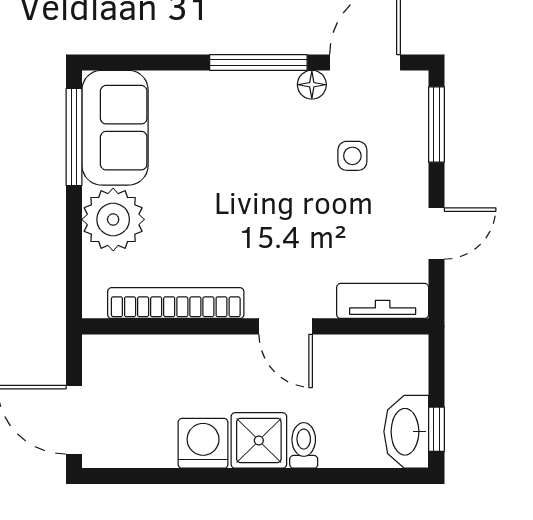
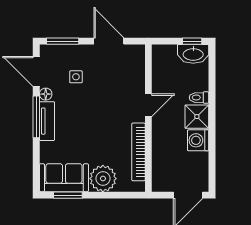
window: (74, 137) -> (68, 195), width x0.69
door: (436, 234) -> (109, 41), width x1.37
tv unit: (383, 301) -> (47, 121), moved, turned 180

